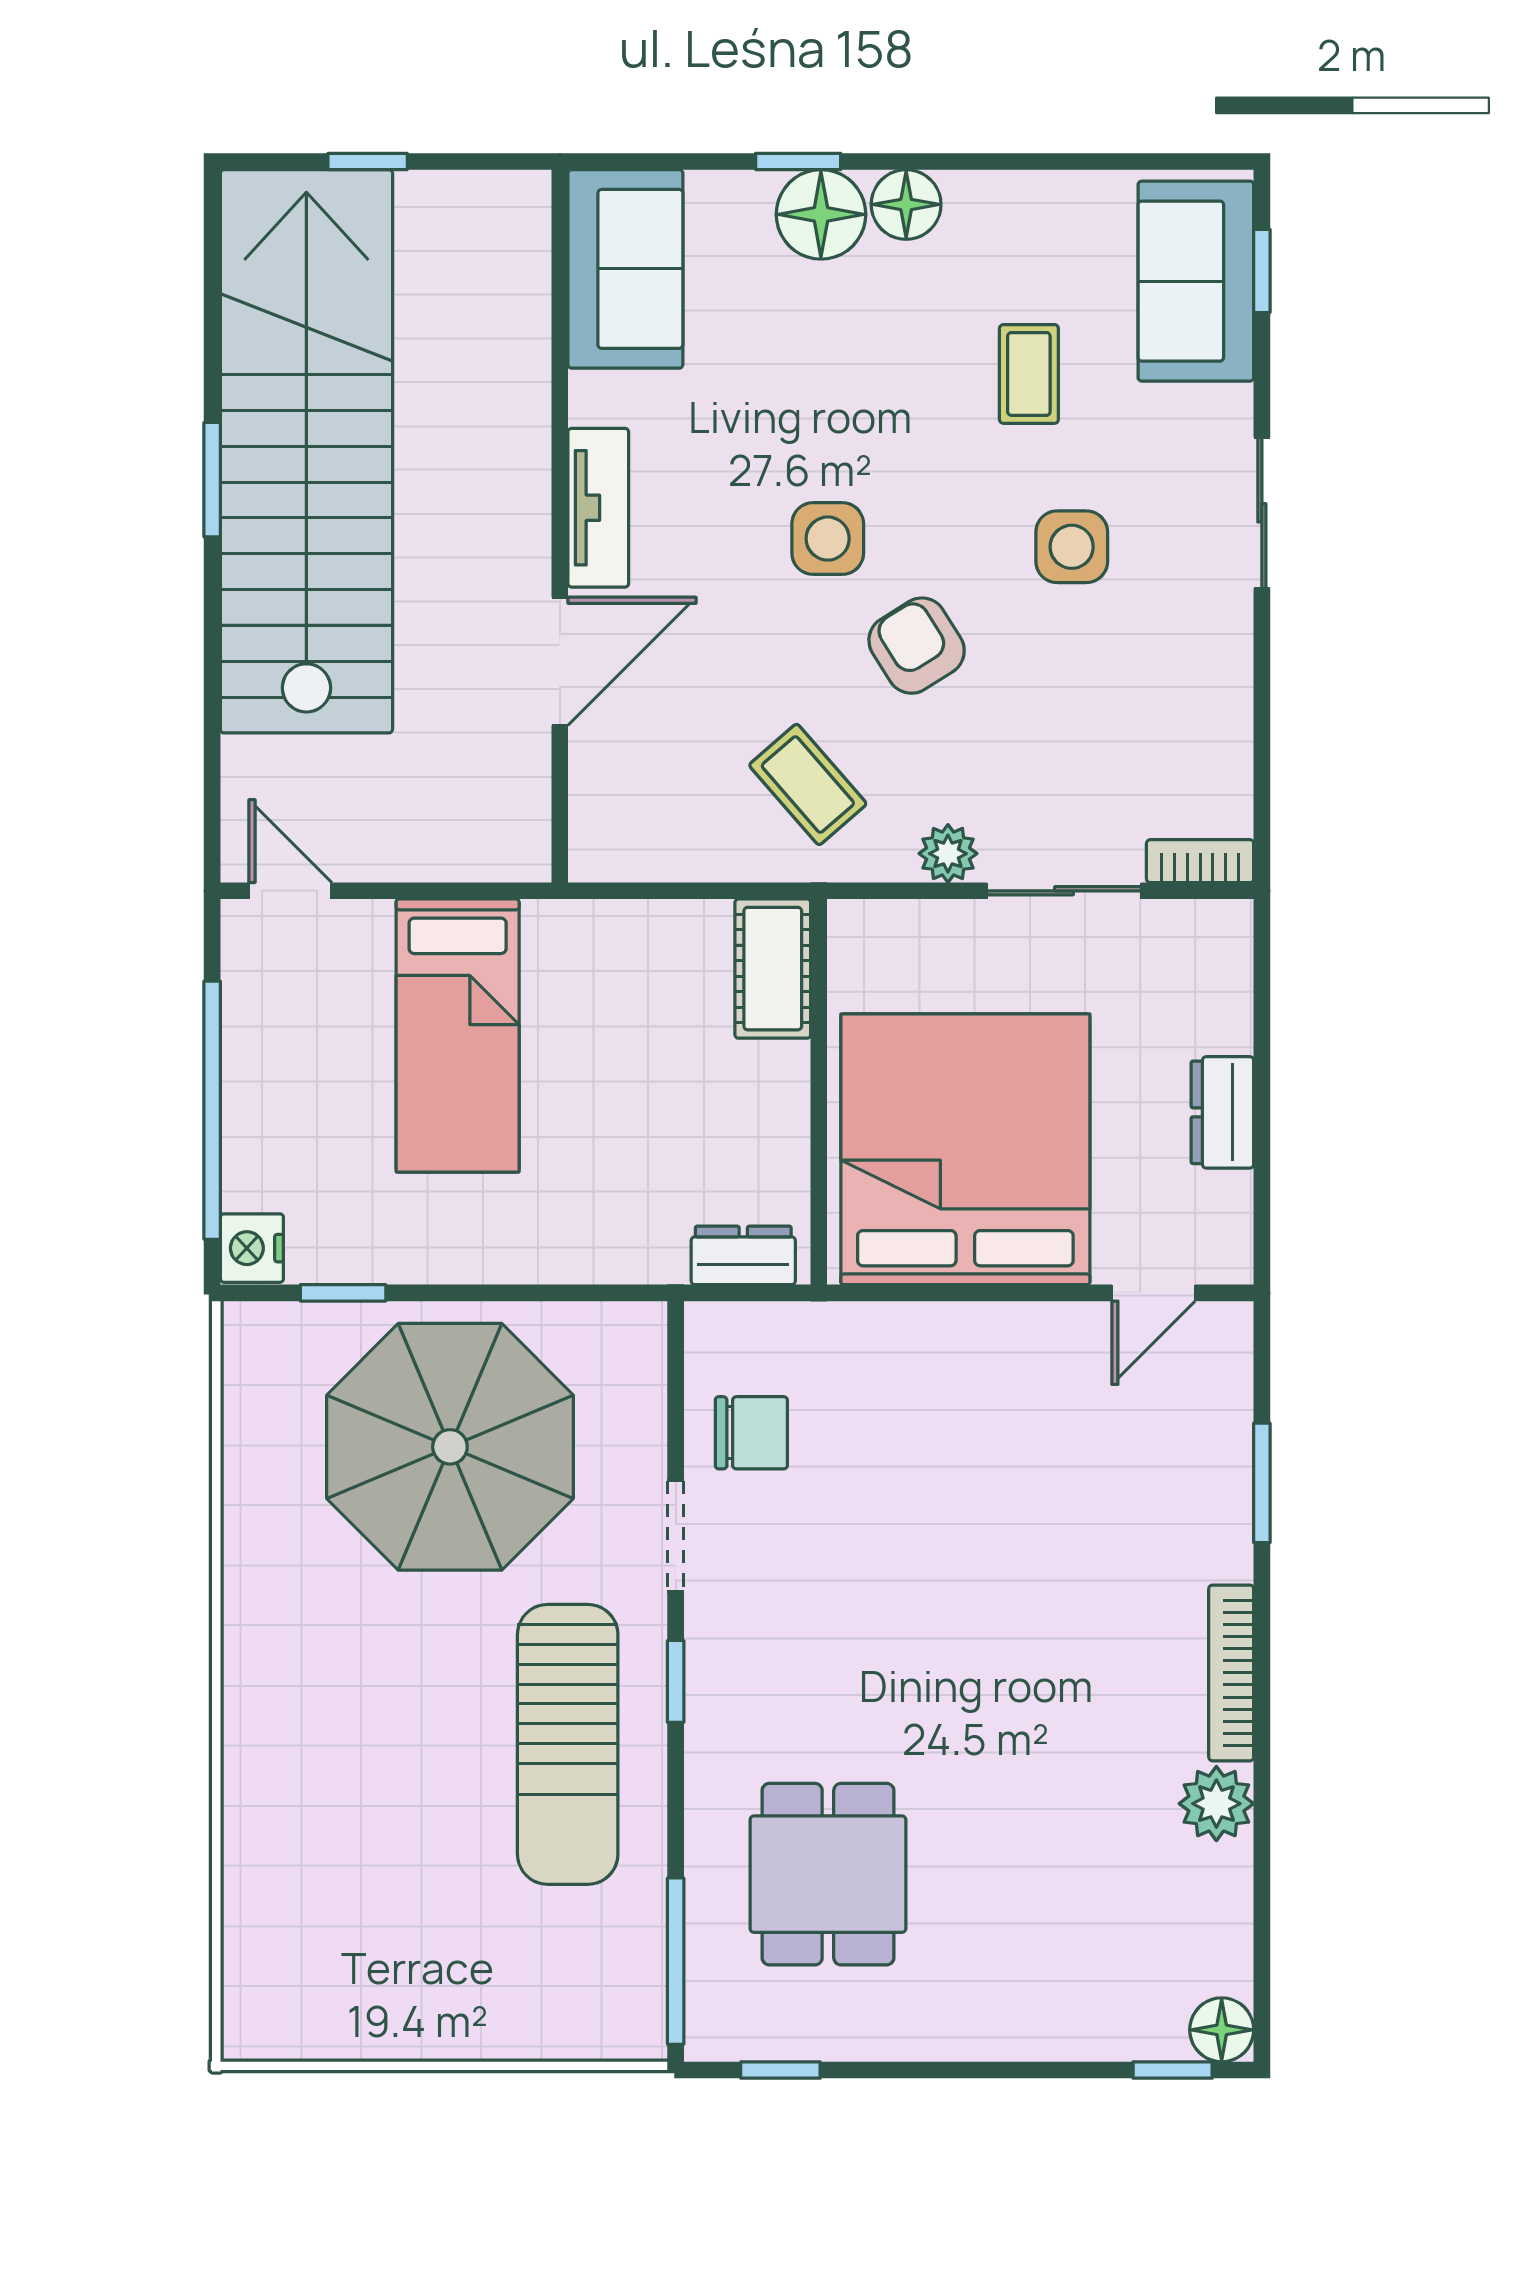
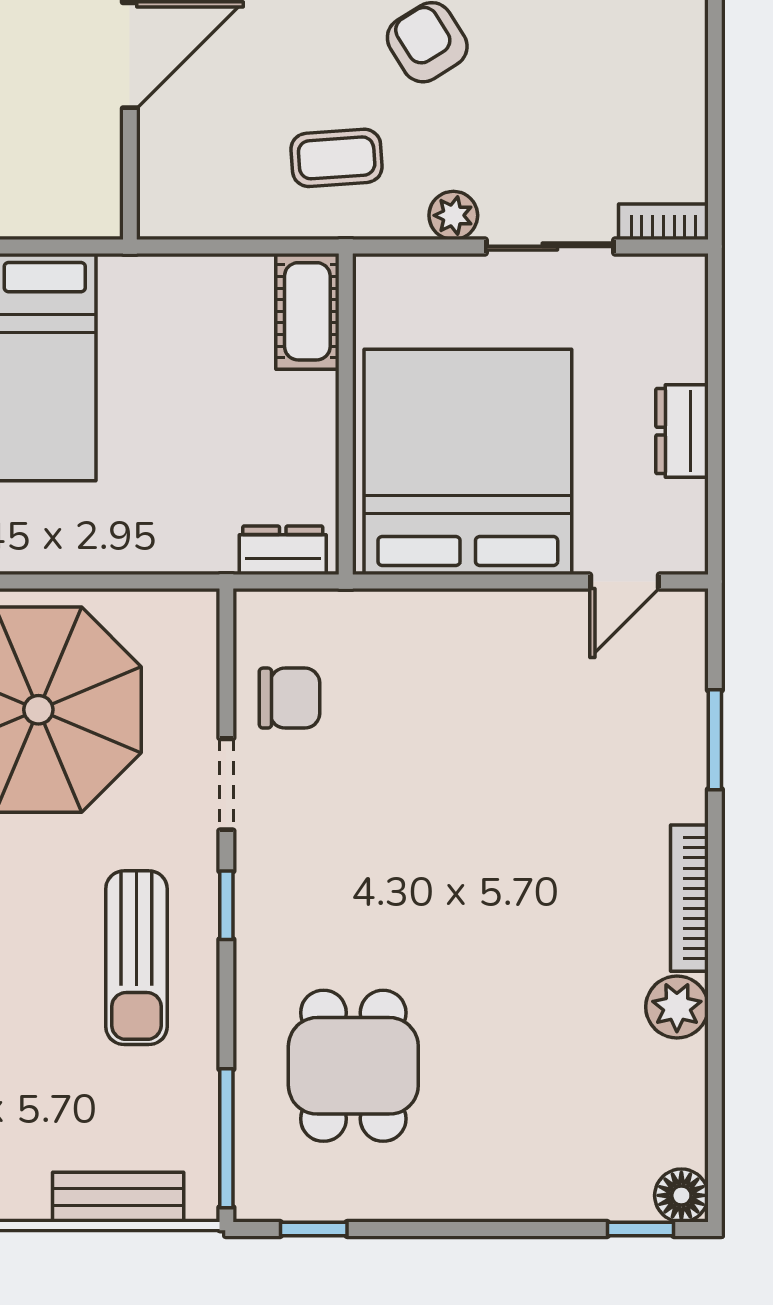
coffee table: (808, 784) -> (337, 158), turned -53
sun lounger: (568, 1744) -> (136, 958), width x0.73, depth x0.75
bench: (546, 2032) -> (118, 1197), added

